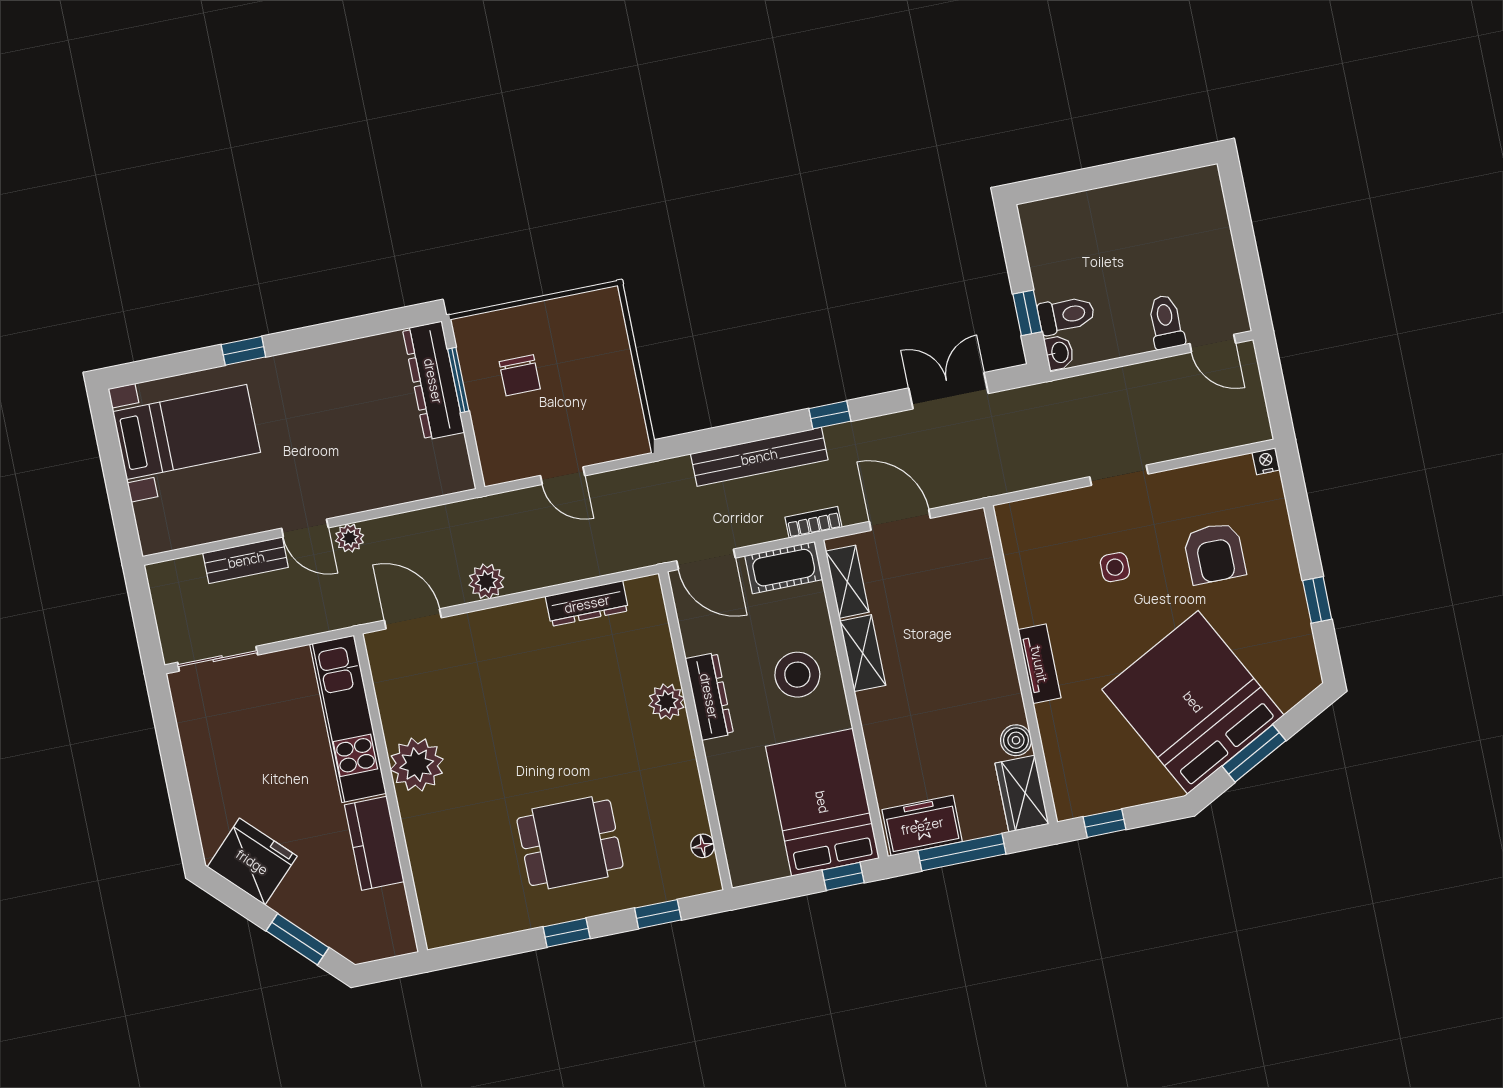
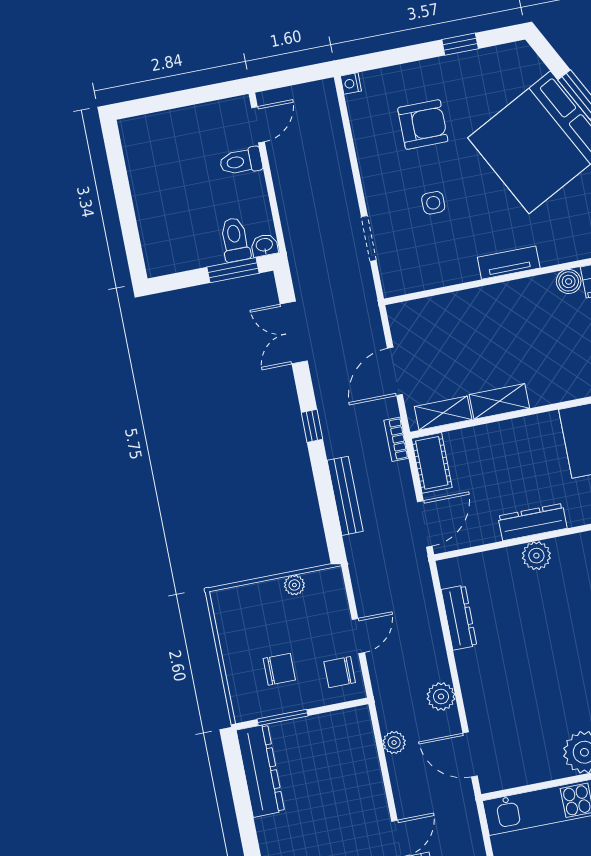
window: (1027, 313) -> (233, 270), width x1.50
dresser: (433, 381) -> (260, 771), moved, turned -90
plant: (627, 394) -> (294, 585), added
chair: (517, 452) -> (340, 672), added
bench: (759, 457) -> (345, 496), width x0.73, depth x0.82
doorway: (1119, 475) -> (369, 238), moved
plant: (350, 538) -> (394, 743), moved
door: (413, 619) -> (470, 755), hinge flipped
stool: (797, 675) -> (516, 453), removed

